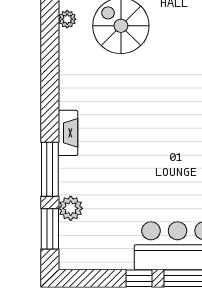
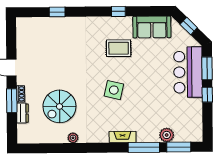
plant: (67, 19) -> (73, 138), moved
side table: (148, 119) -> (114, 90), added

